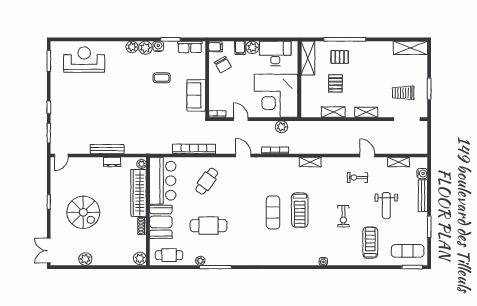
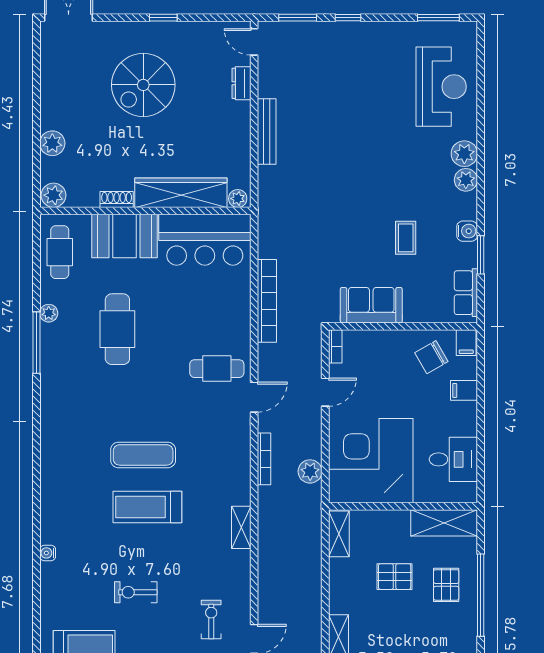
plant: (252, 47) -> (465, 415), removed
plant: (145, 48) -> (464, 154), moved
desk: (275, 53) -> (453, 459), width x0.73
shelving: (333, 112) -> (339, 534), moved
dresser: (112, 162) -> (241, 83), moved
cafe table: (207, 181) -> (217, 369), moved, turned -35
plant: (85, 259) -> (52, 143), moved

